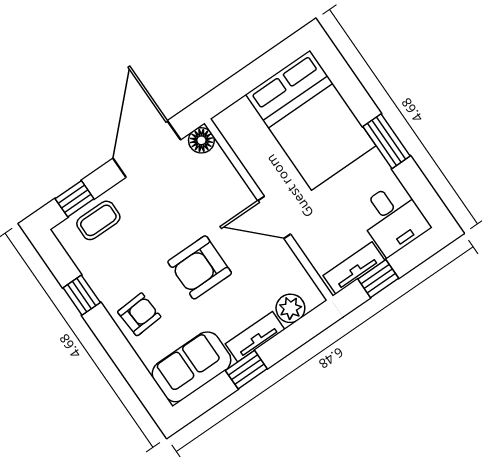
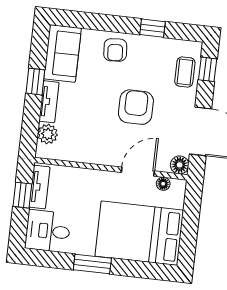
floor lamp: (236, 140) -> (163, 184), added
door: (274, 217) -> (138, 172), moved
armchair: (200, 267) -> (136, 107), moved

